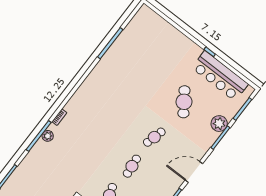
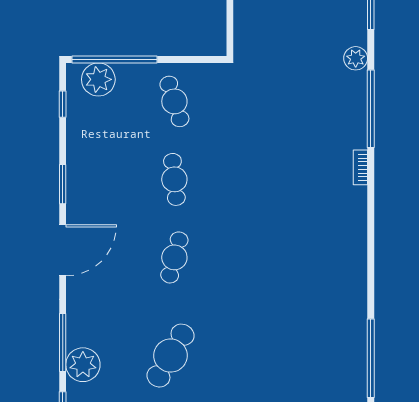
cafe table: (184, 102) -> (170, 356), turned 65
plant: (48, 136) -> (356, 58), moved

